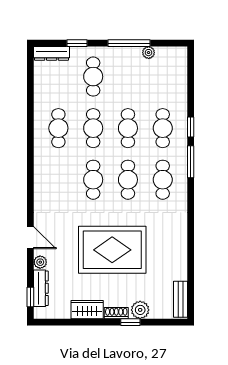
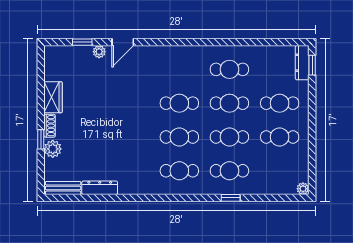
window: (77, 43) -> (312, 65), moved
window: (129, 43) -> (312, 138), removed
plant: (149, 53) -> (303, 189), moved
cafe table: (128, 77) -> (280, 137), added
window: (191, 162) -> (197, 198), removed
rug: (112, 250) -> (111, 122), removed
dresser: (41, 288) -> (100, 188), moved, turned 180
window: (30, 297) -> (82, 42), moved

